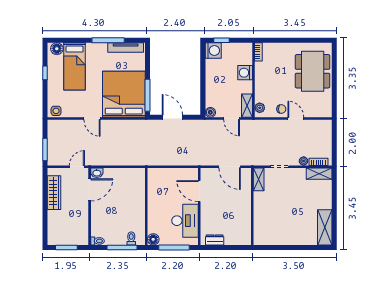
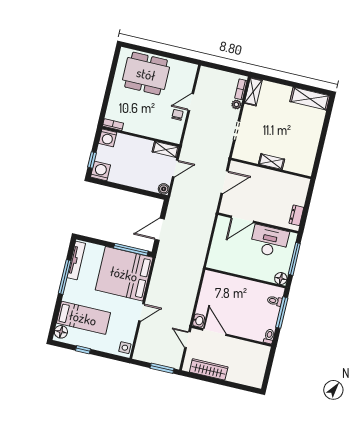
washing machine: (245, 73) -> (108, 138), moved
plant: (260, 108) -> (171, 137), removed
shelving: (259, 179) -> (272, 162), moved
window: (66, 247) -> (268, 370), removed

